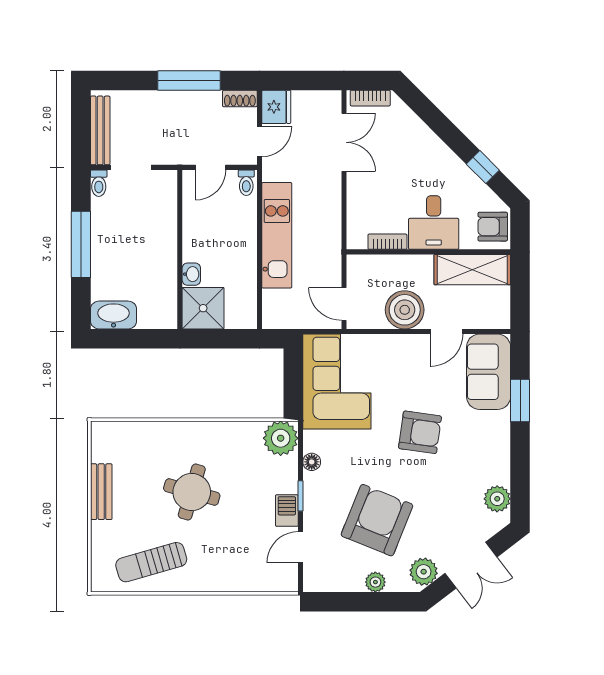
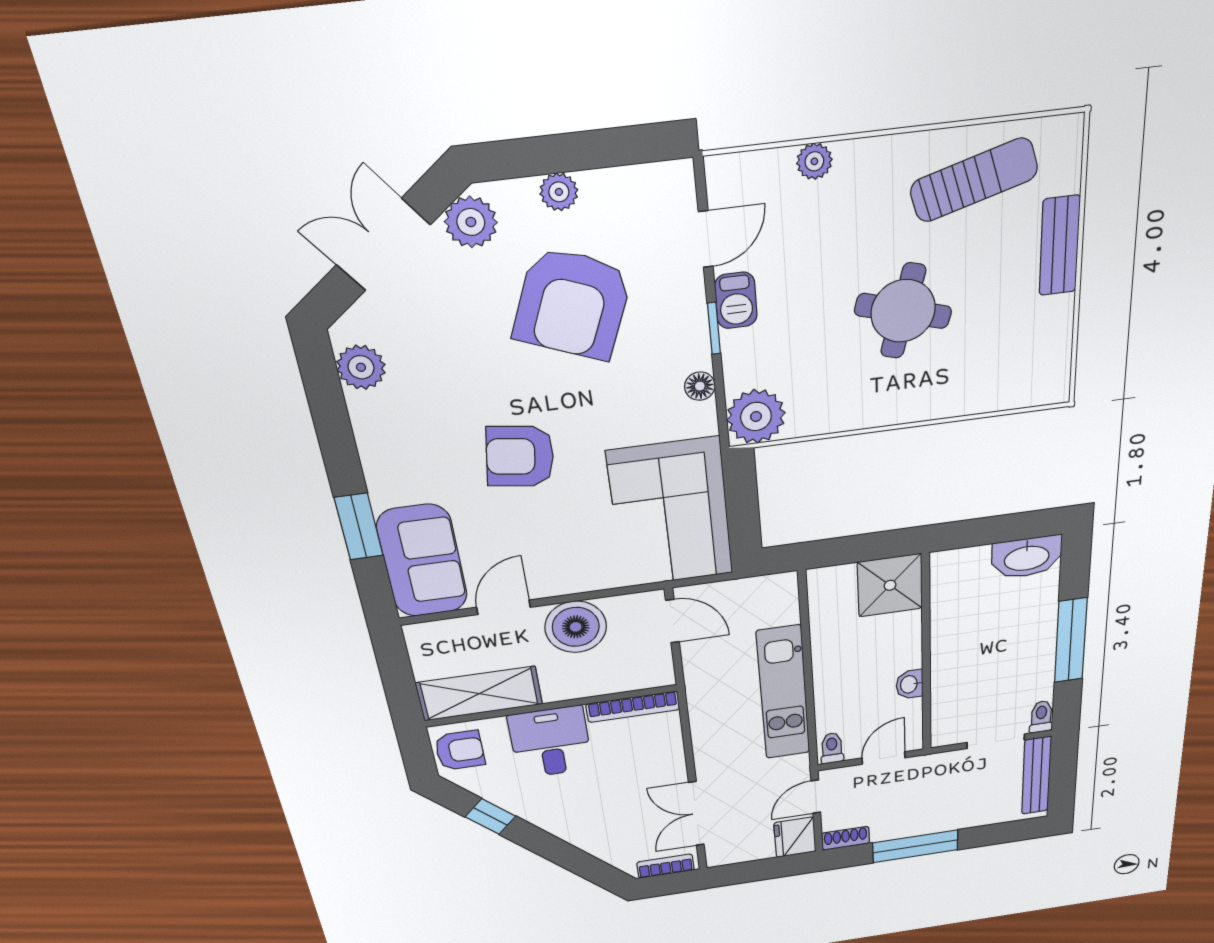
bookcase: (387, 242) -> (633, 707), width x1.56
washbasin: (191, 274) -> (910, 684), moved
bench: (101, 492) -> (1060, 246), moved
plant: (239, 582) -> (814, 161), added

